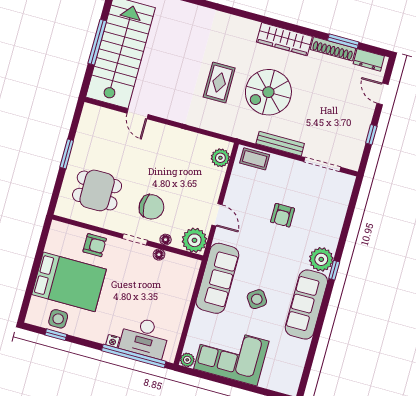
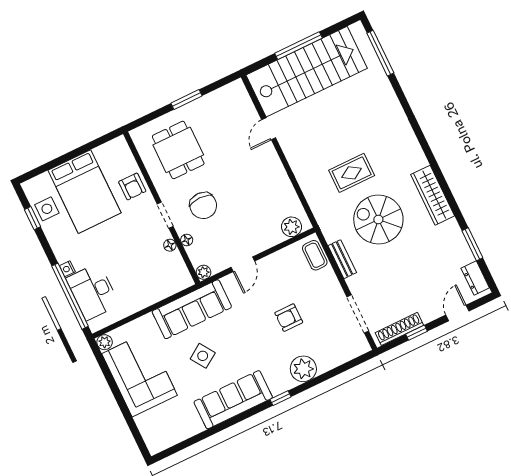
shoe rack: (333, 49) -> (399, 329), moved, turned 90
bench: (280, 144) -> (342, 259), width x0.73
plant: (194, 240) -> (204, 272), width x0.53, depth x0.53
plant: (321, 259) -> (303, 369), moved

